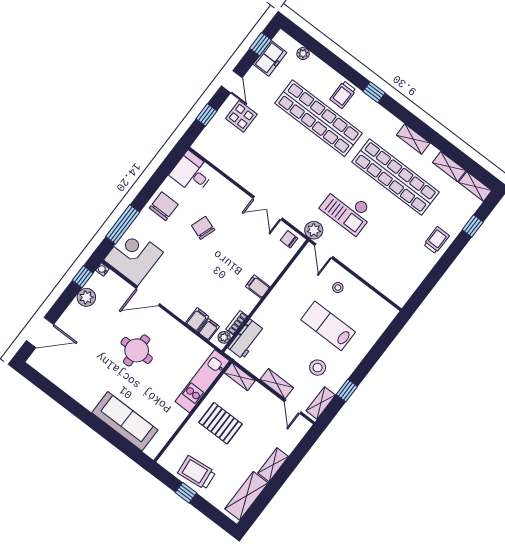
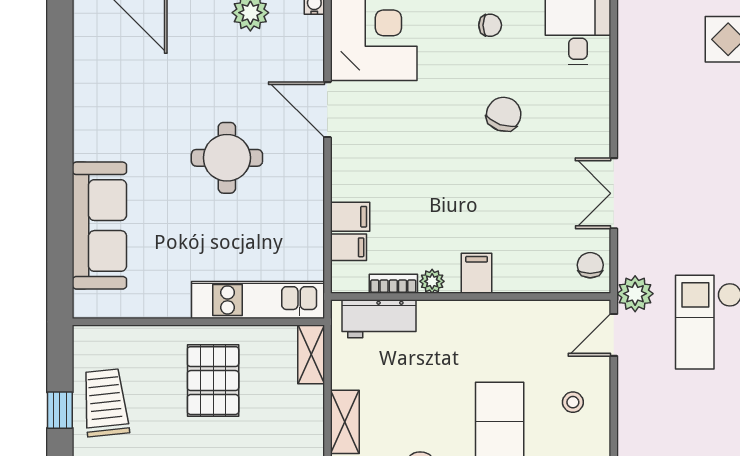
chair: (164, 206) -> (490, 25), width x0.54, depth x0.54
plant: (224, 337) -> (432, 281), moved

